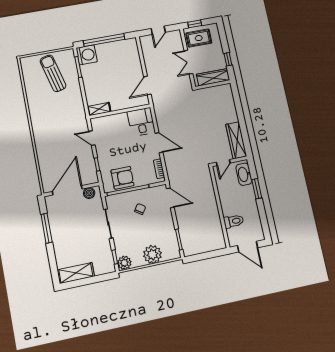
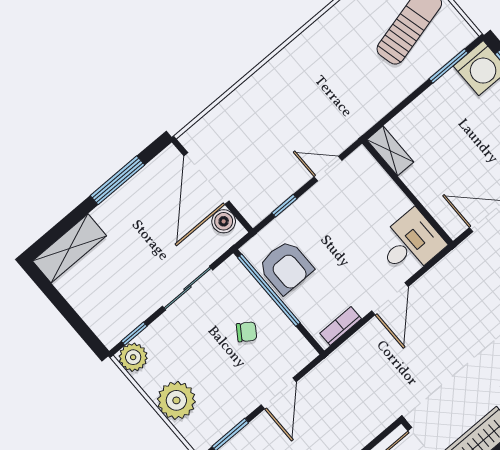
door: (92, 138) -> (328, 169), hinge flipped
door: (67, 190) -> (206, 178), swing flipped
door: (170, 198) -> (279, 393), moved
shelving: (76, 273) -> (70, 248), moved, turned 90

